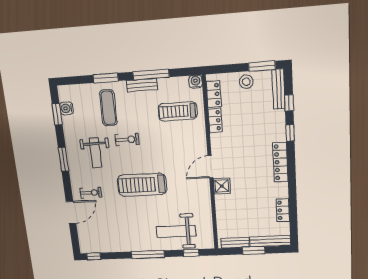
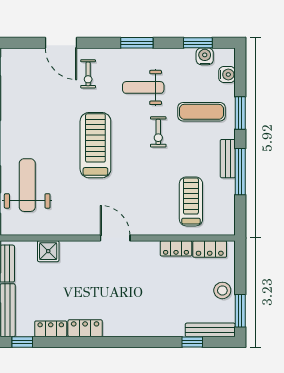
water cooler: (196, 82) -> (227, 75), moved
window: (290, 133) -> (22, 342), moved
locker: (280, 162) -> (85, 328), moved, width x0.66
shower: (222, 186) -> (48, 251), moved

